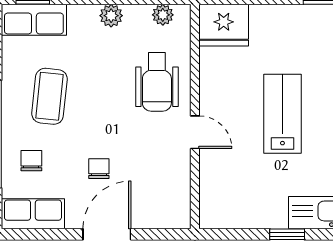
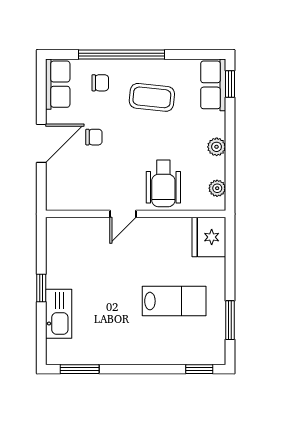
wheelchair: (157, 82) -> (163, 184), turned -90
lab bench: (282, 114) -> (174, 301), moved
door: (107, 234) -> (41, 143), hinge flipped

